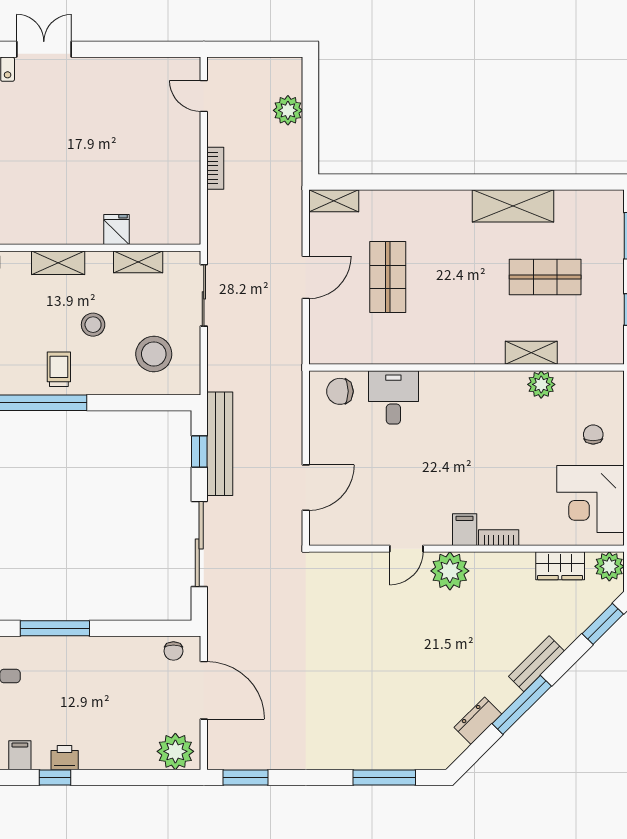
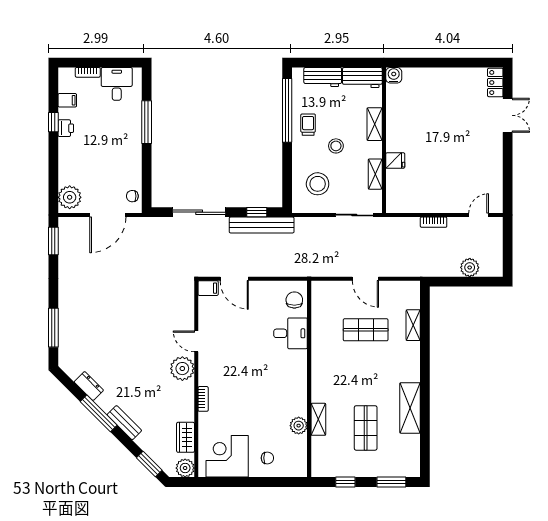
shelving: (334, 201) -> (413, 325), moved
trolley: (59, 369) -> (308, 125), turned -90
filing cabinet: (465, 530) -> (208, 288), moved

